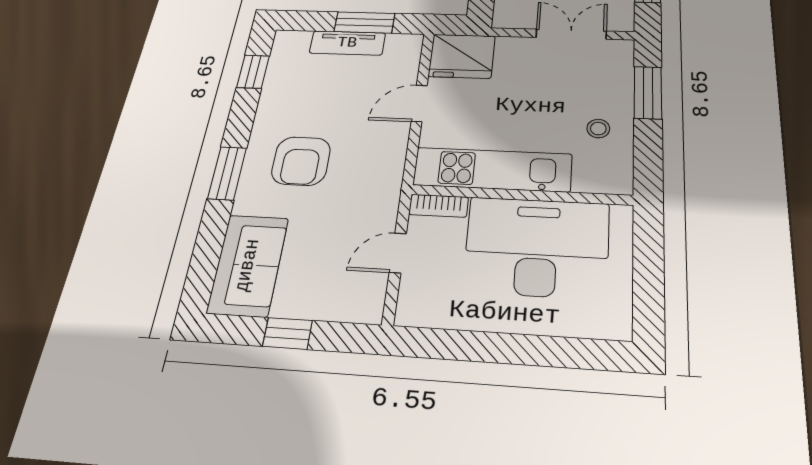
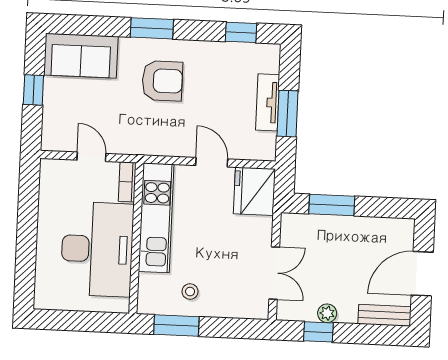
window: (648, 93) -> (176, 325), moved
armchair: (301, 161) -> (162, 81), turned 180

